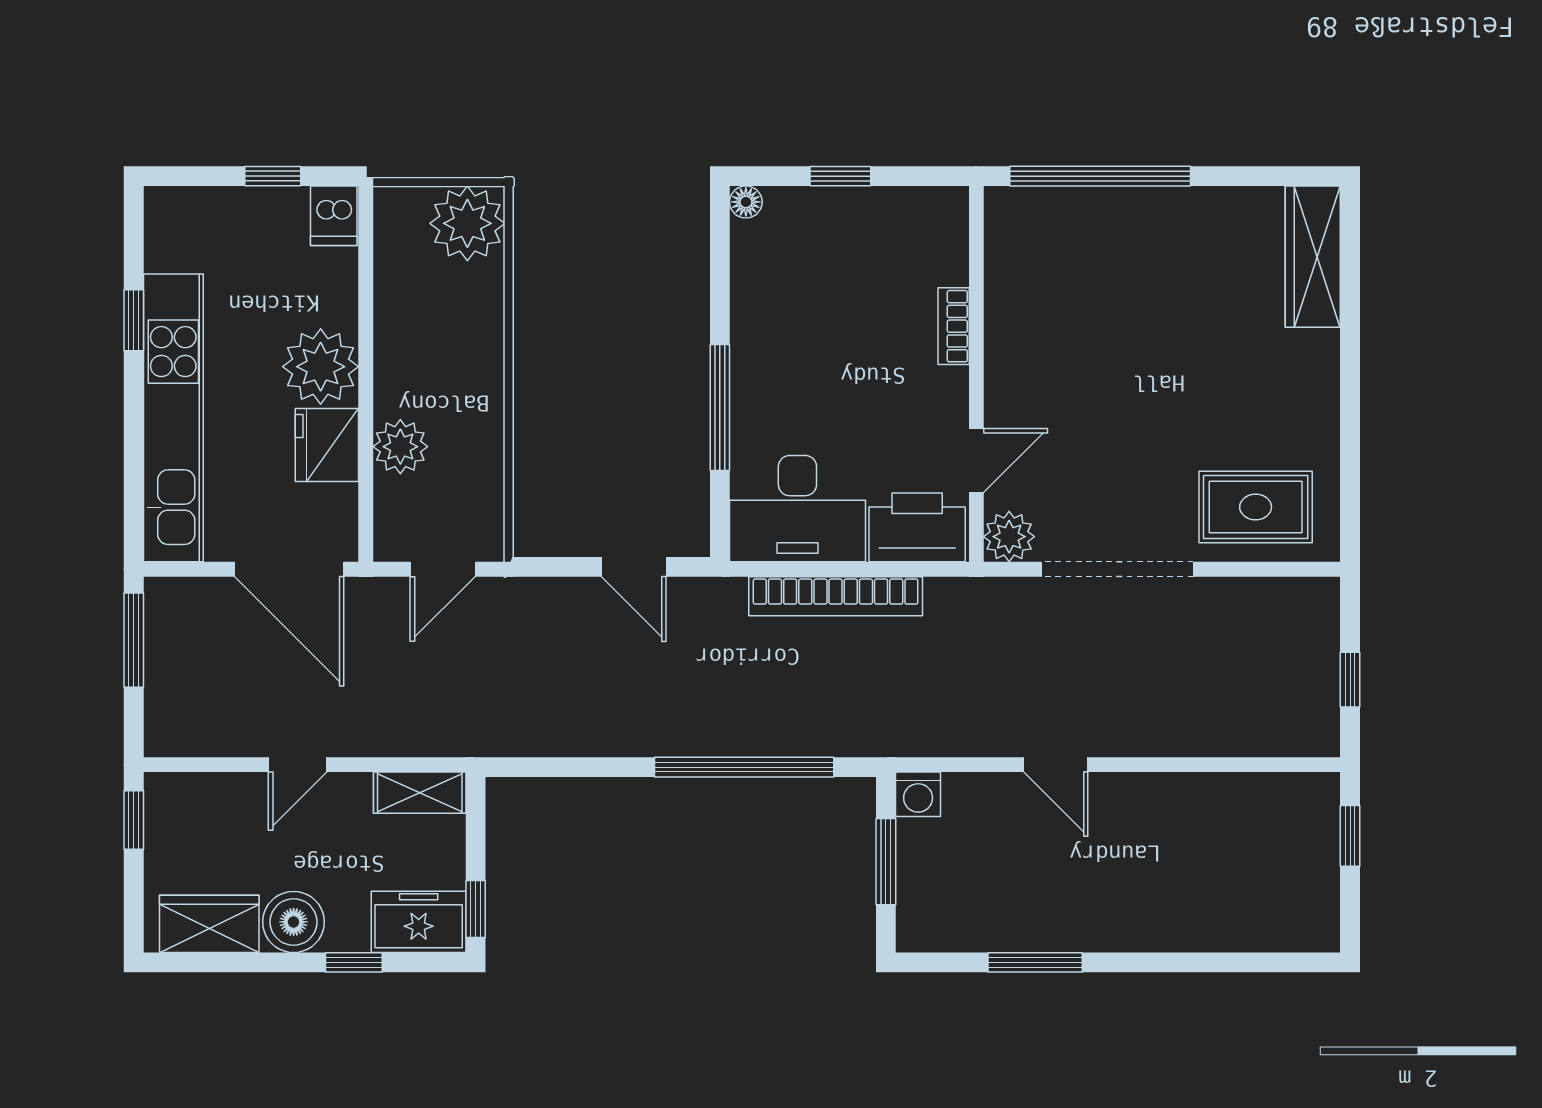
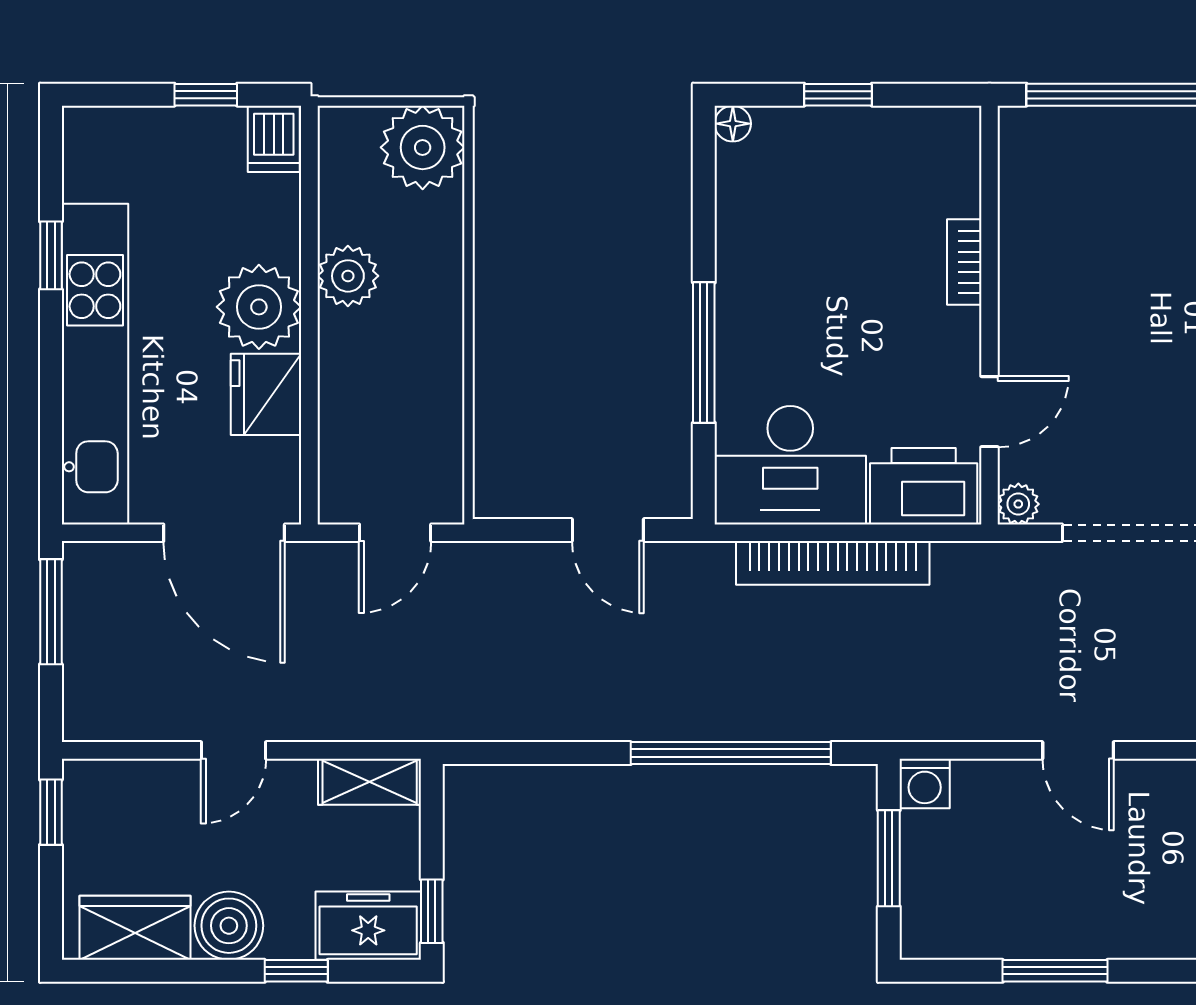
plant: (400, 447) -> (348, 276), moved
plant: (1009, 537) -> (1018, 504), width x0.73, depth x0.73

